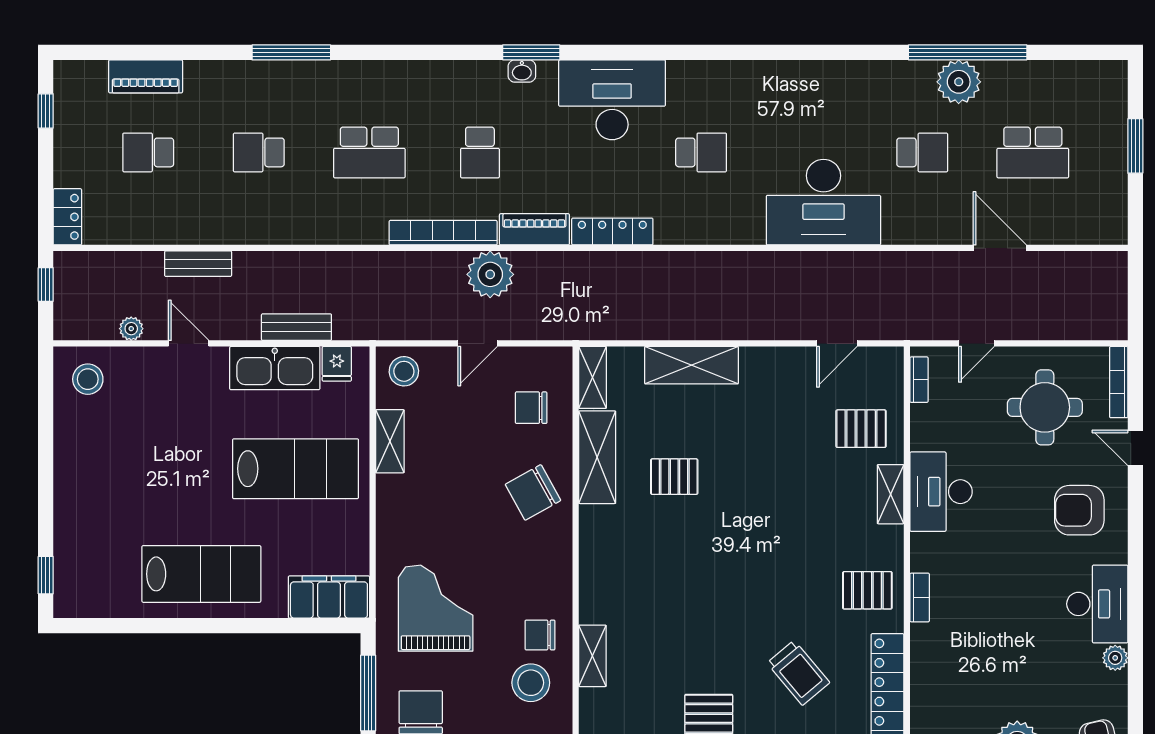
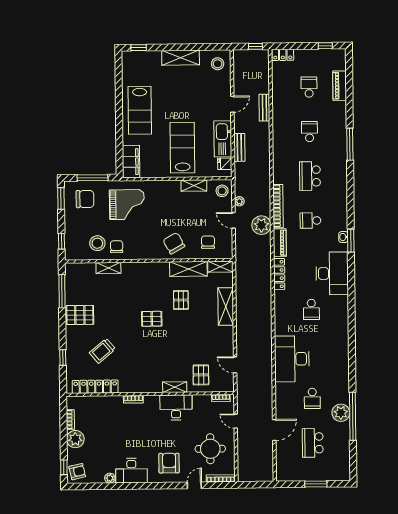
plant: (131, 329) -> (239, 201), moved
lab bench: (296, 469) -> (182, 148), turned 180
shelving: (72, 471) -> (181, 58), added
pallet: (867, 590) -> (152, 319), moved, turned 90

